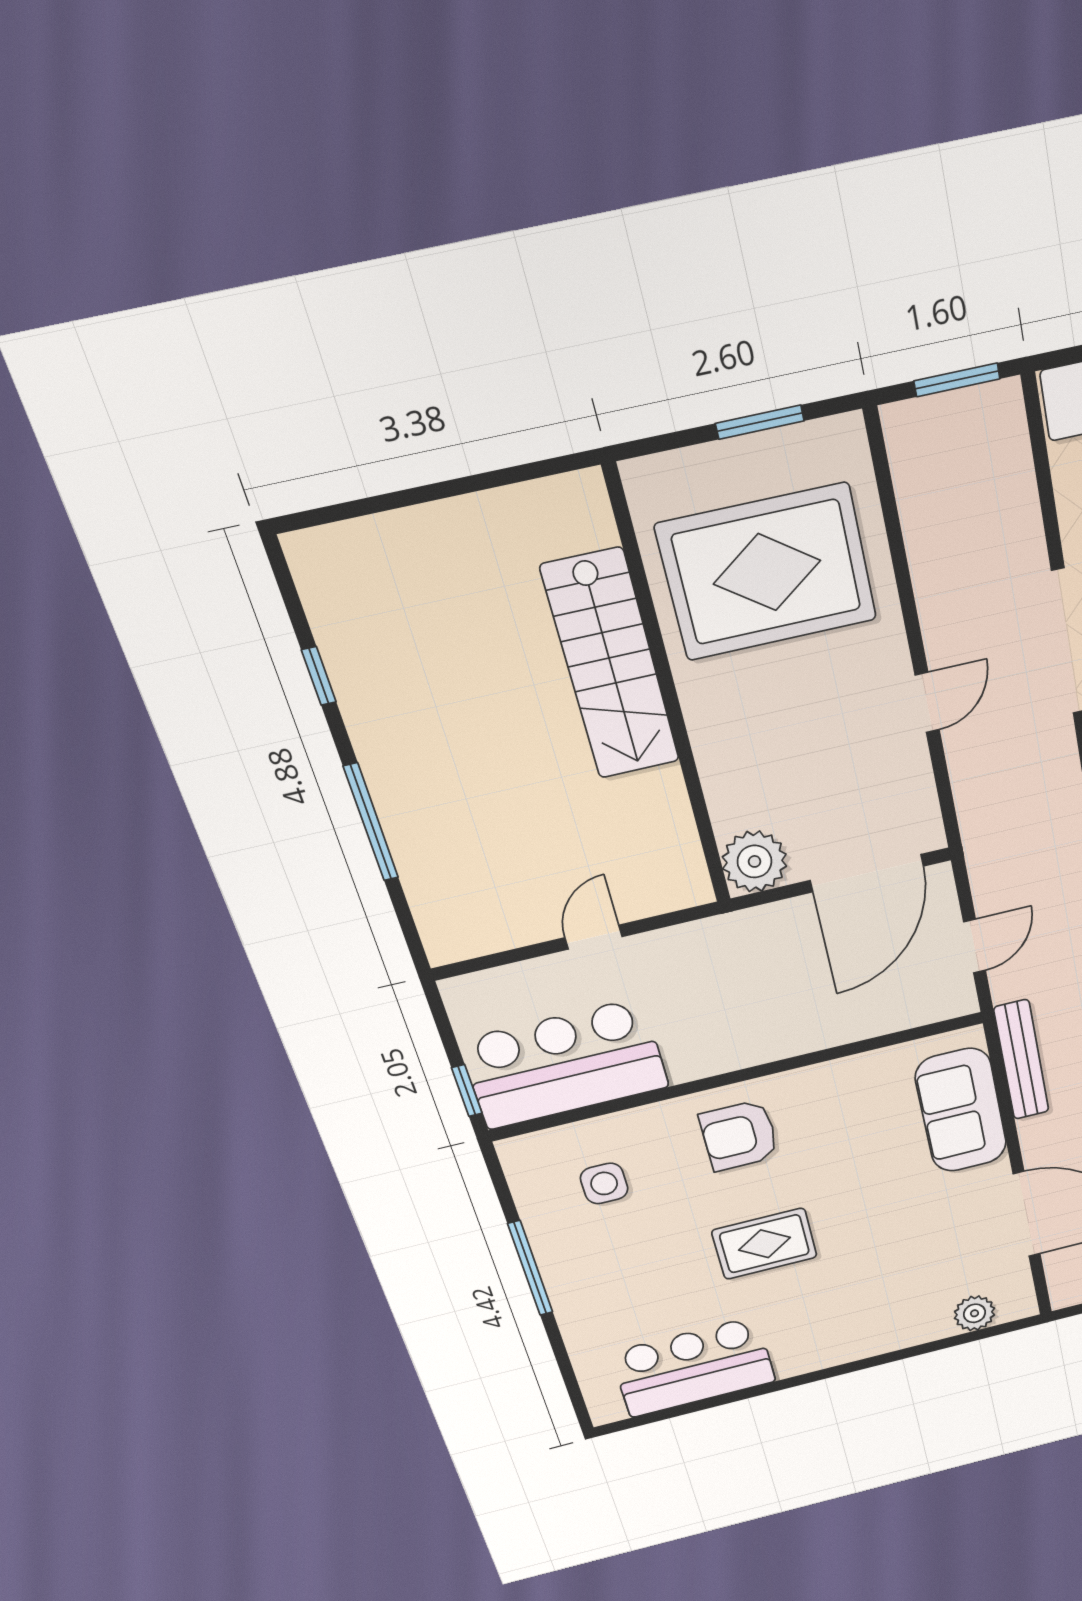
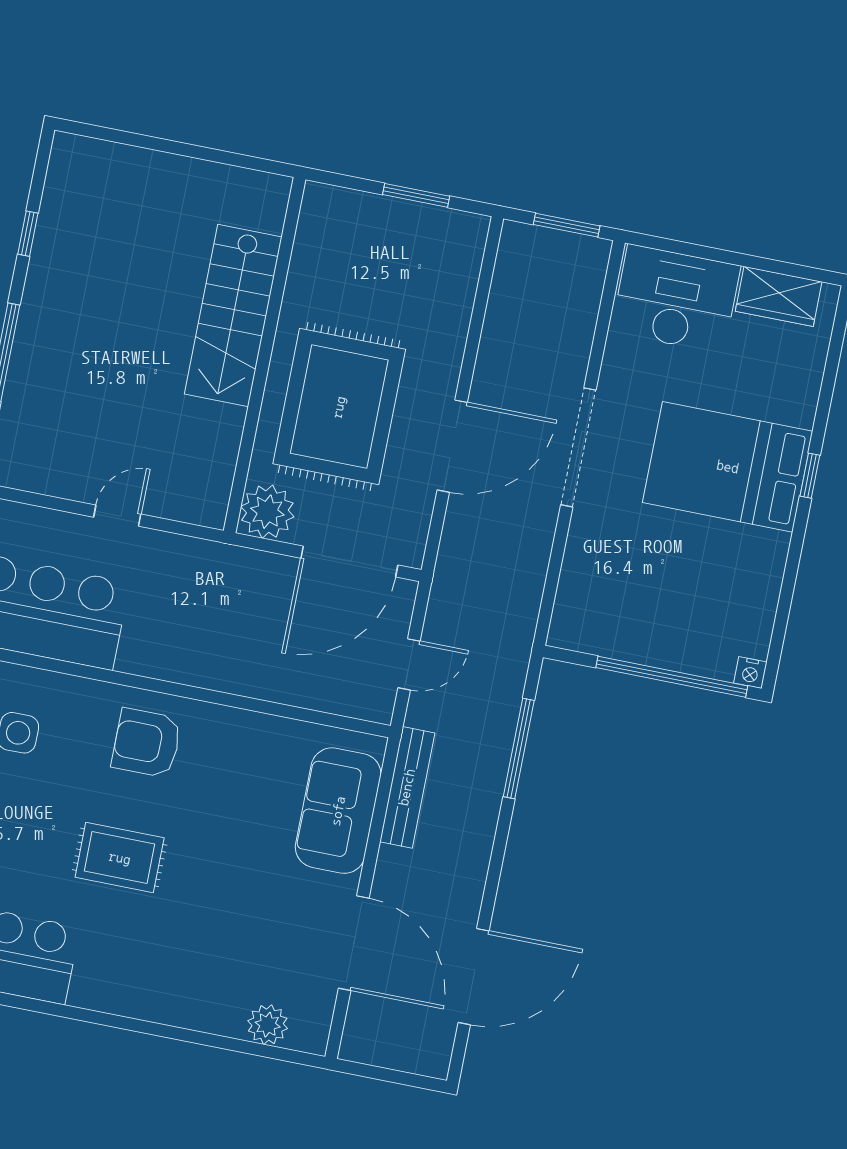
rug: (767, 572) -> (339, 407), moved, turned 90
door: (927, 702) -> (452, 446), width x1.87

